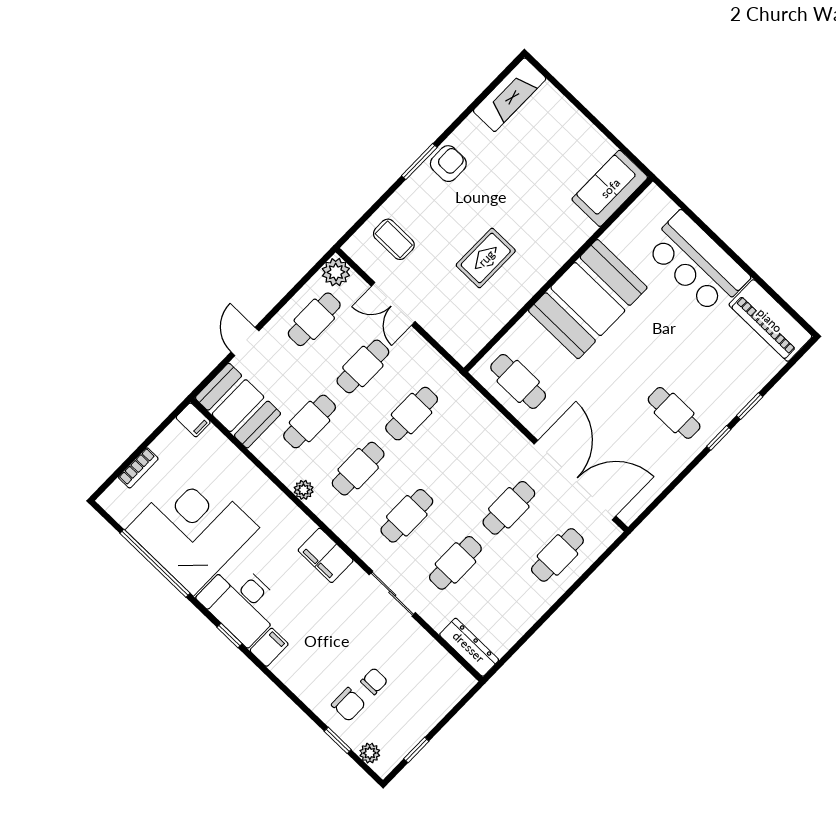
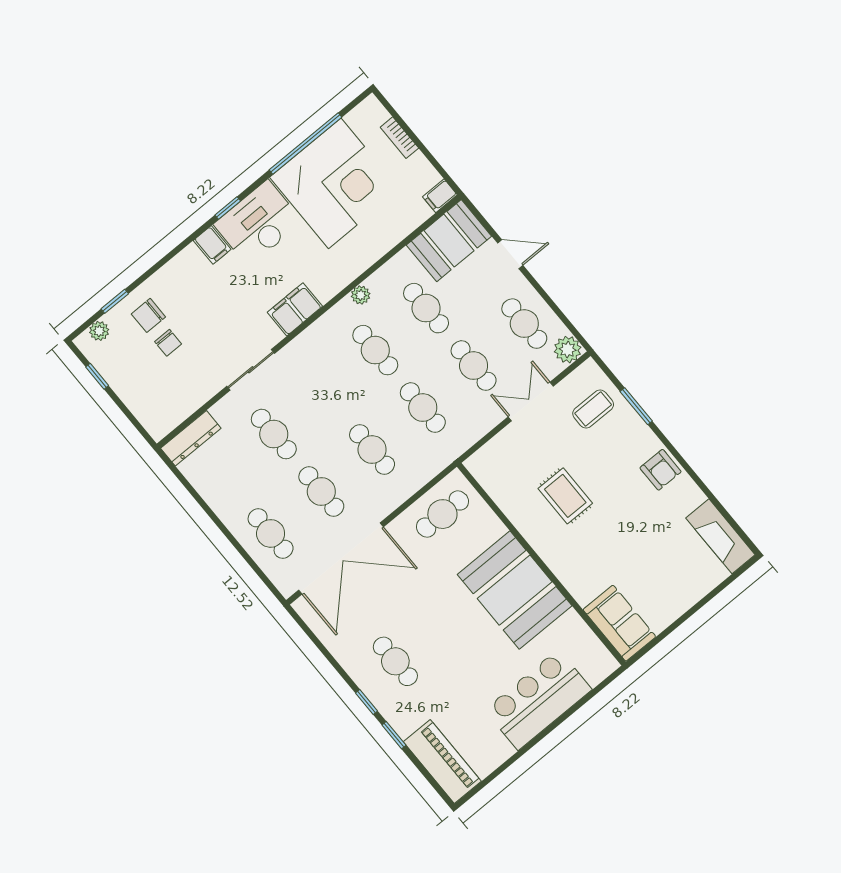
window: (419, 162) -> (636, 406), moved
piano: (770, 320) -> (442, 761), moved, turned 90
cafe table: (674, 413) -> (395, 661), turned 90
cafe table: (407, 516) -> (372, 450), moved

